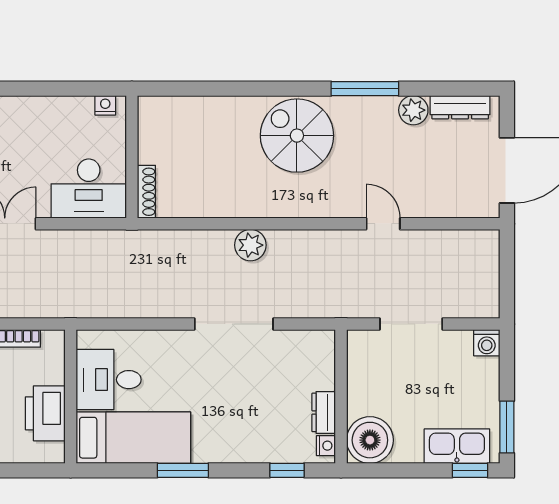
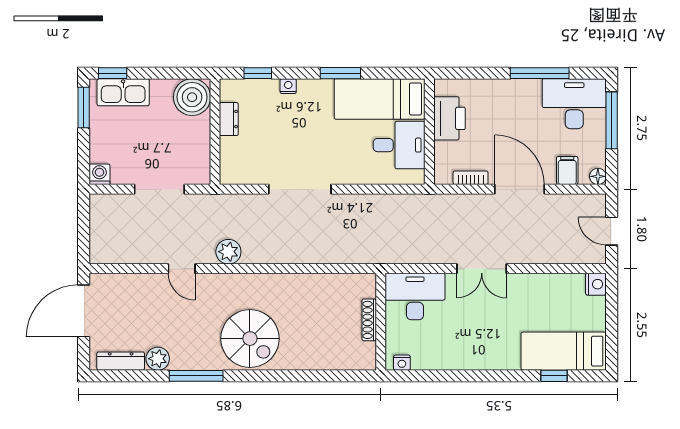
shoe rack: (146, 192) -> (369, 320), moved
plant: (250, 245) -> (228, 252), moved
nightstand: (326, 446) -> (288, 86), moved, turned 90

